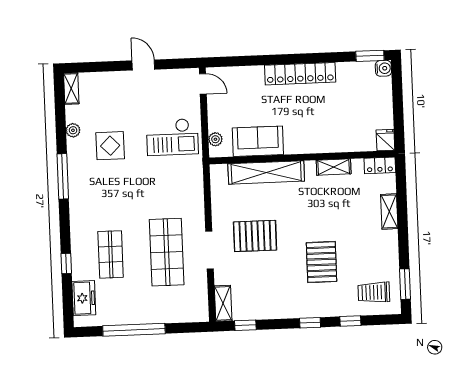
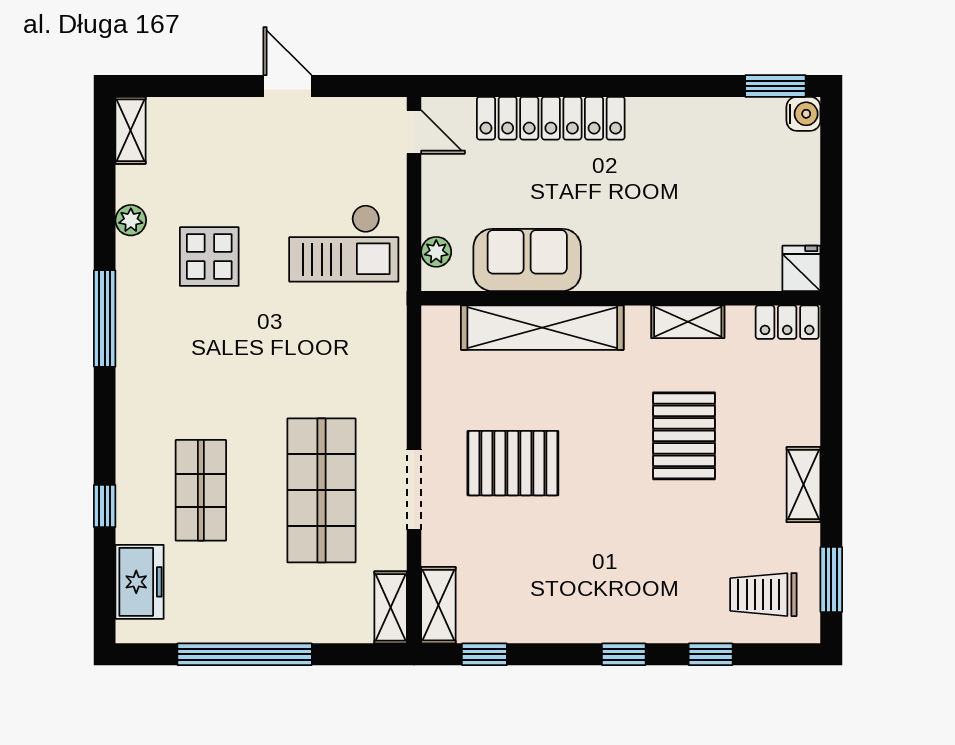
locker: (300, 74) -> (551, 118), moved
shelving: (389, 211) -> (803, 485), moved
pallet: (322, 262) -> (684, 436), moved
shelving: (201, 305) -> (391, 607), added

